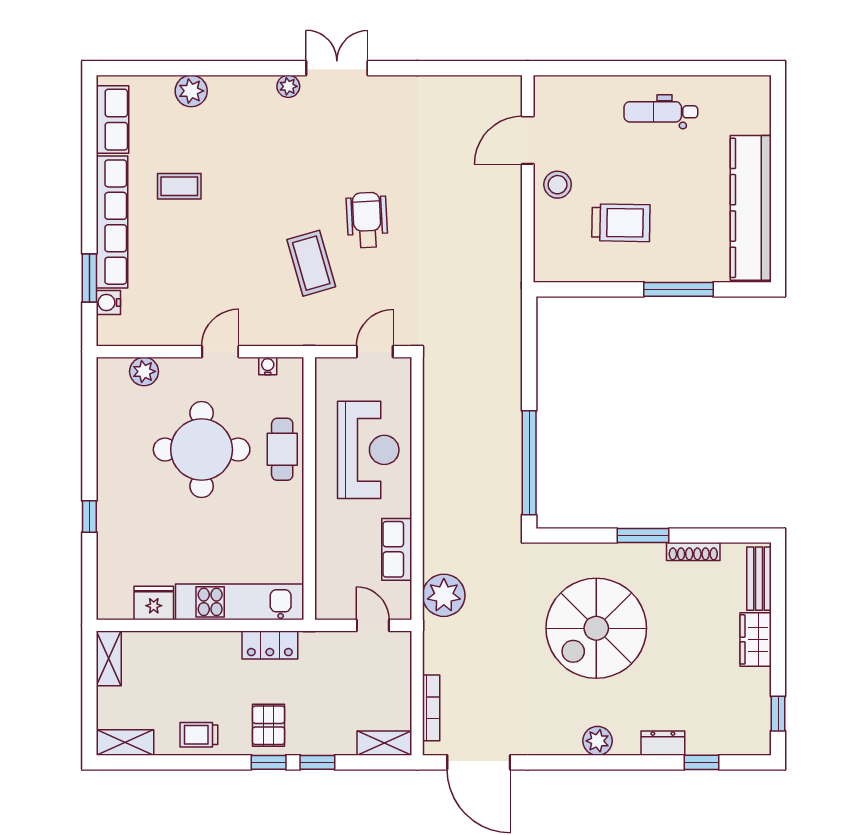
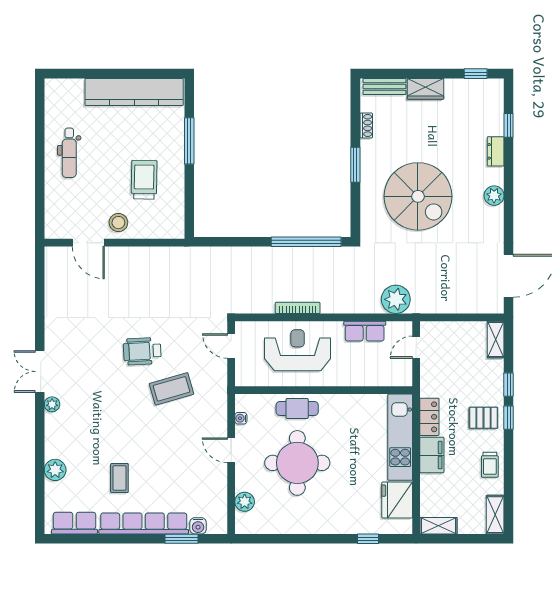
window: (89, 517) -> (368, 539), moved
shoe rack: (693, 552) -> (366, 125), width x0.70
fridge: (154, 603) -> (397, 500), width x1.36, depth x1.34
filing cabinet: (213, 649) -> (432, 455), added
bookcase: (431, 708) -> (298, 308), moved

